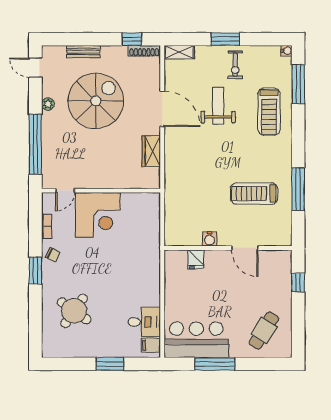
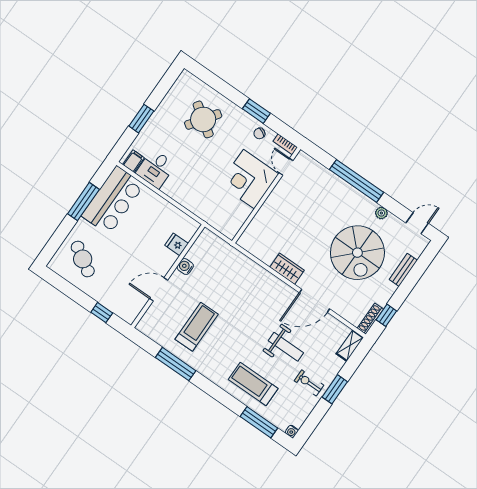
door: (65, 191) -> (286, 167), moved
wall: (101, 191) -> (266, 195), moved
corner desk: (98, 215) -> (249, 179), moved

